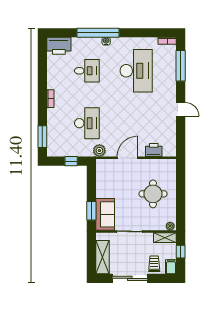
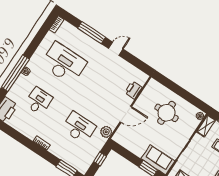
window: (181, 66) -> (92, 33), moved
door: (127, 158) -> (126, 114), swing flipped

